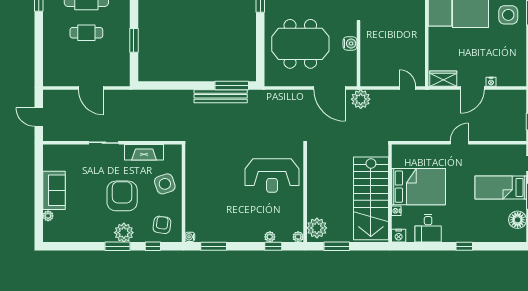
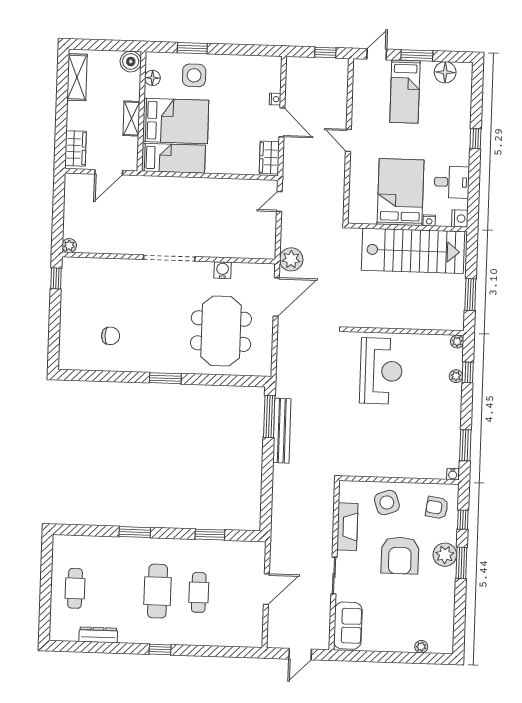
sofa: (54, 190) -> (348, 626), moved, turned 90
armchair: (122, 196) -> (400, 555), turned -90
plant: (317, 228) -> (447, 318), removed

